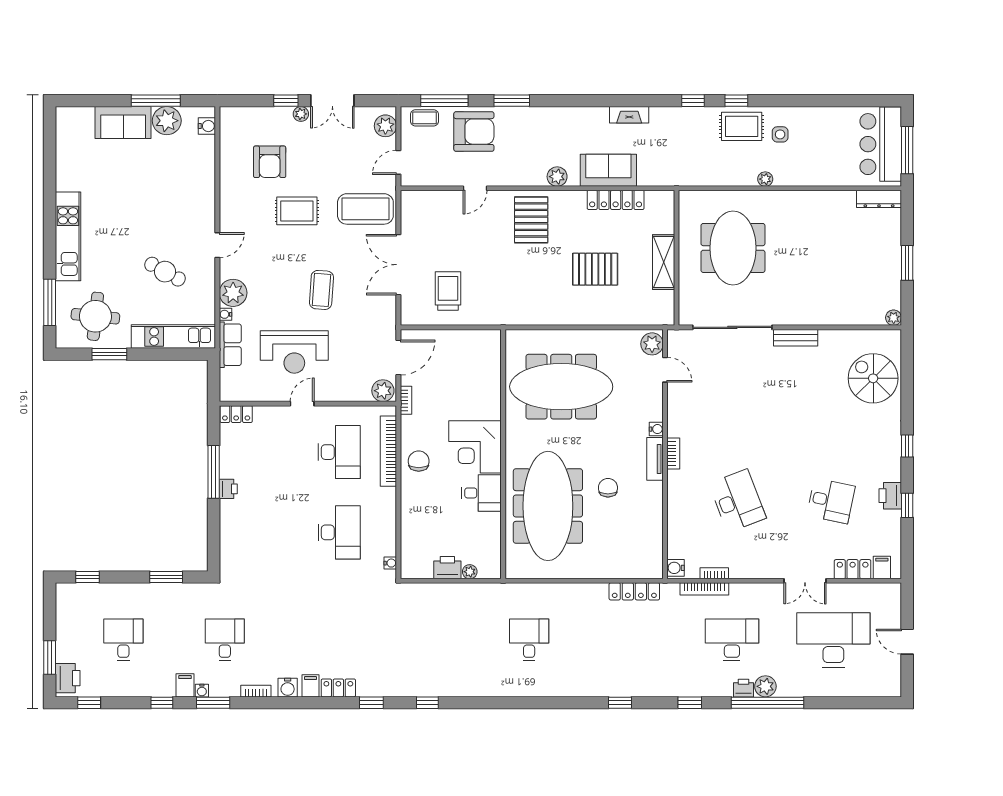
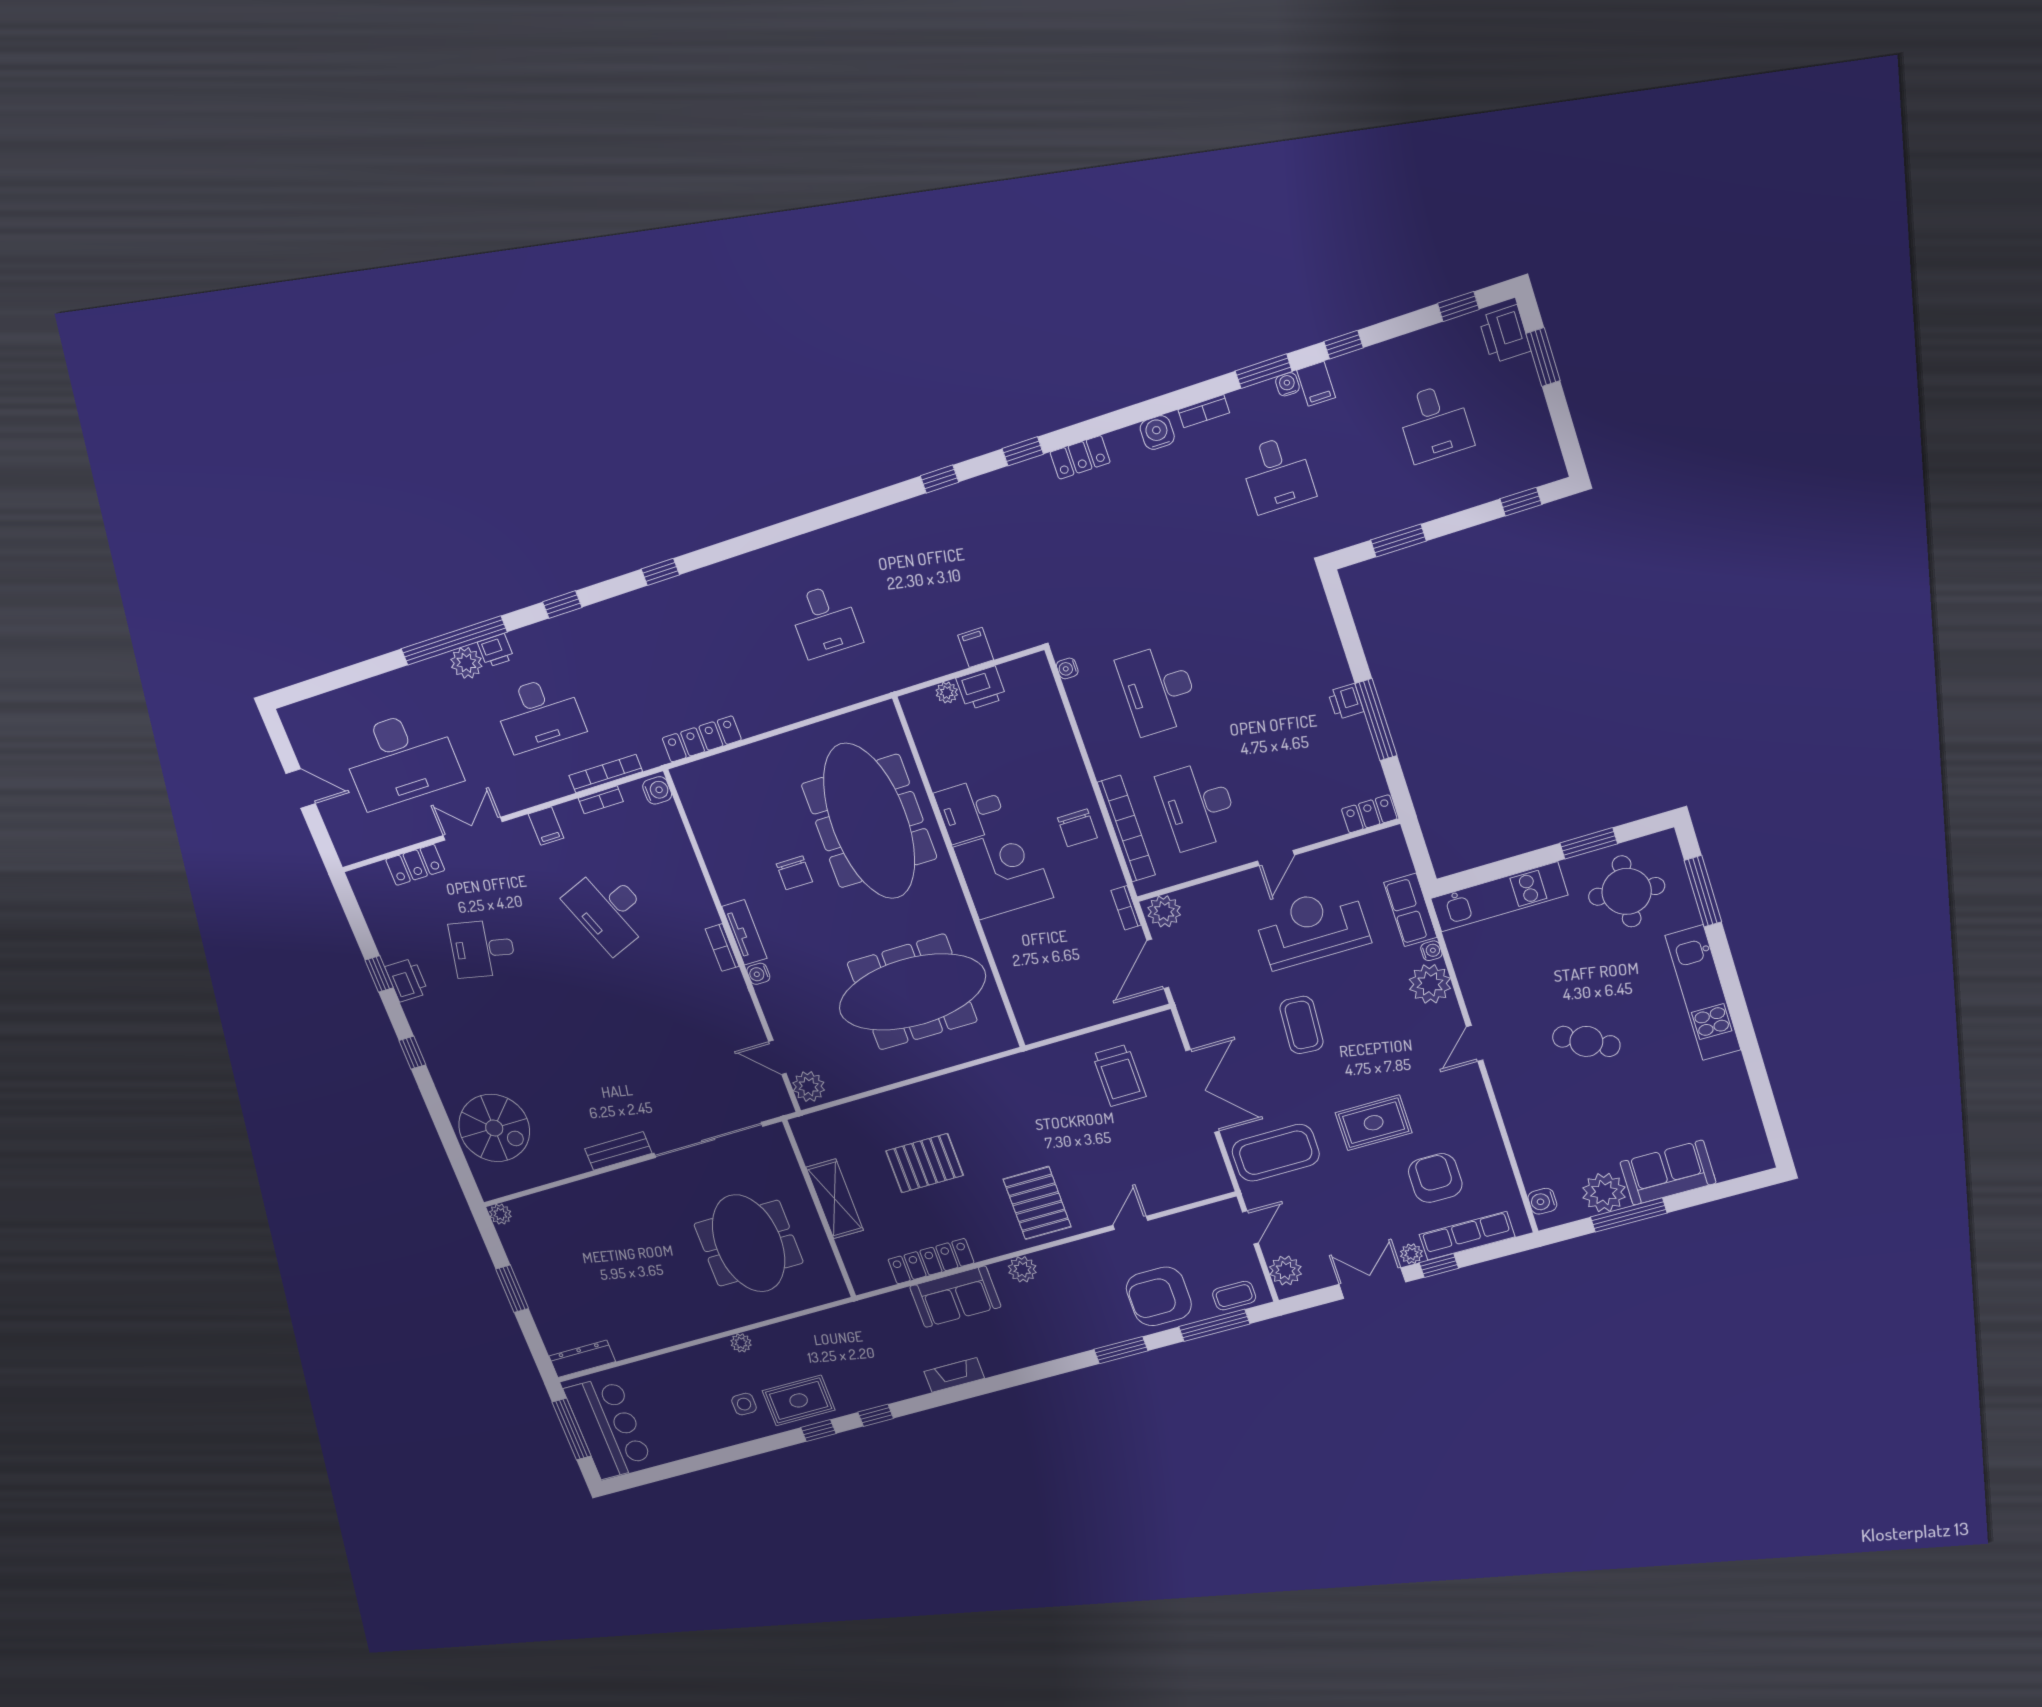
row of seats: (262, 116) -> (1467, 1236), added
cafe table: (165, 272) -> (1586, 1041), moved
filing cabinet: (882, 568) -> (546, 826), moved
filing cabinet: (310, 686) -> (976, 647), moved, turned 180

